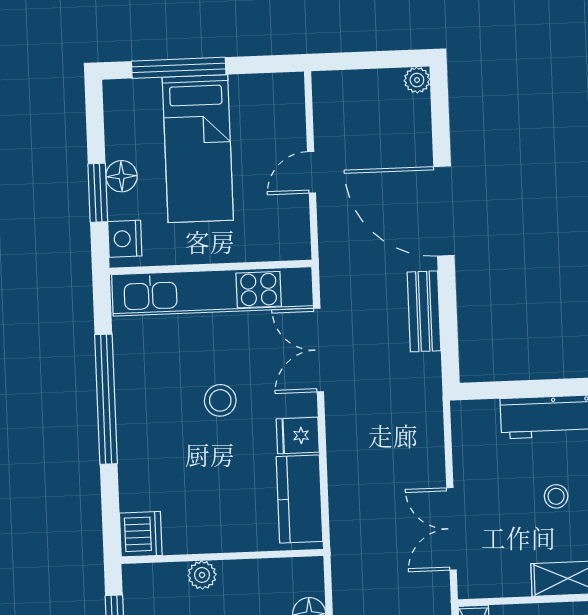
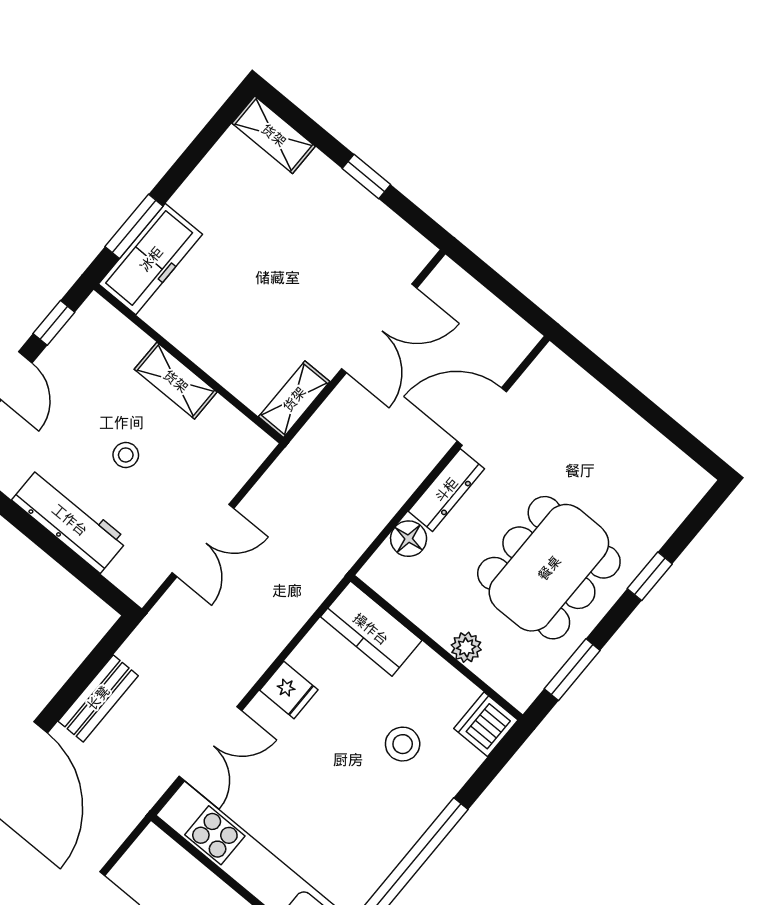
stool: (220, 400) -> (403, 744), moved
kitchen counter: (300, 499) -> (371, 629), moved, turned 90
double door: (452, 529) -> (203, 541), moved

